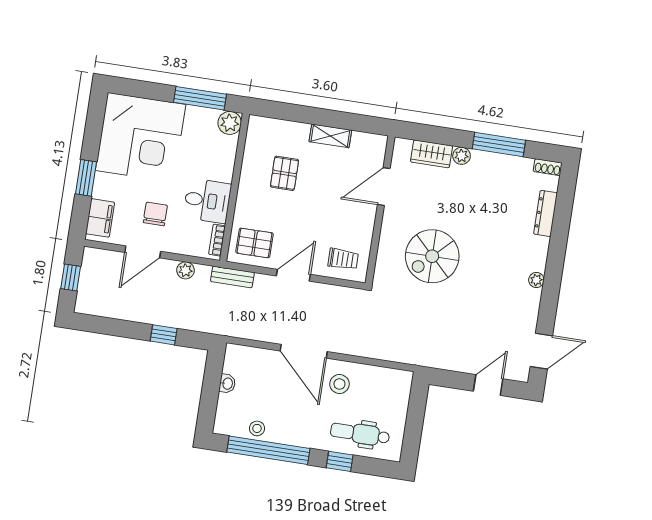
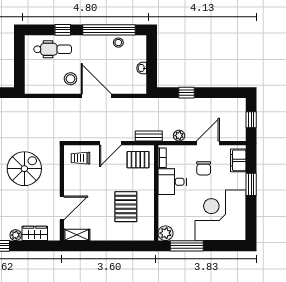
shelving: (330, 136) -> (77, 235), moved
pallet: (285, 173) -> (126, 207), width x1.50, depth x1.42

